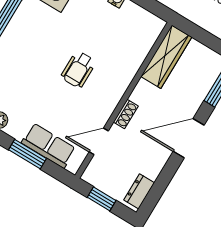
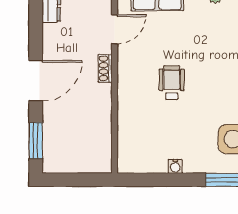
wardrobe: (166, 57) -> (100, 142), removed

